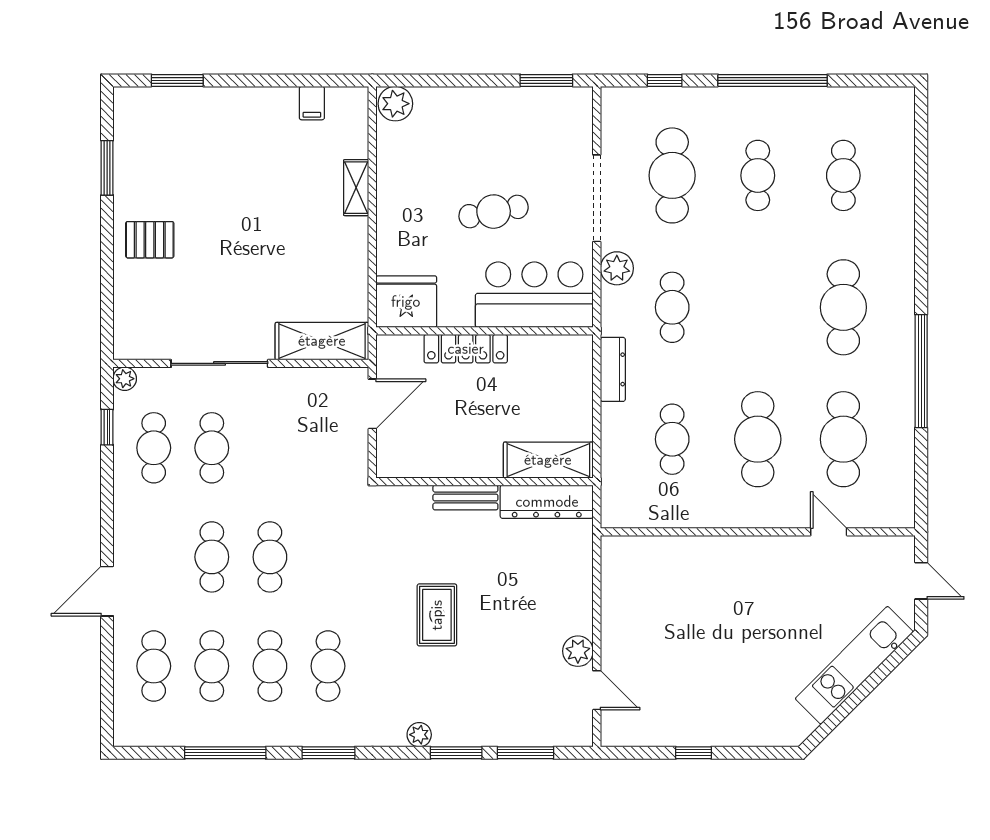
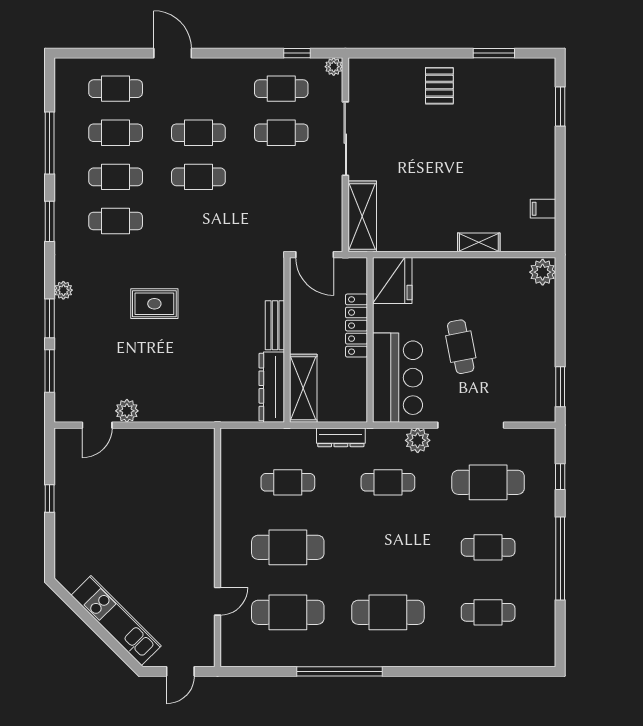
shelving: (548, 460) -> (303, 388), moved
wall: (485, 482) -> (287, 340), moved
bench: (465, 498) -> (275, 325), moved
dresser: (547, 502) -> (272, 387), moved

